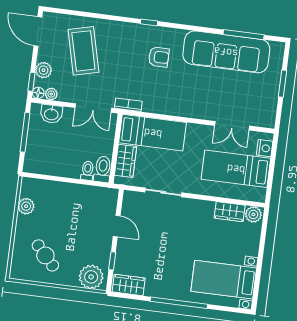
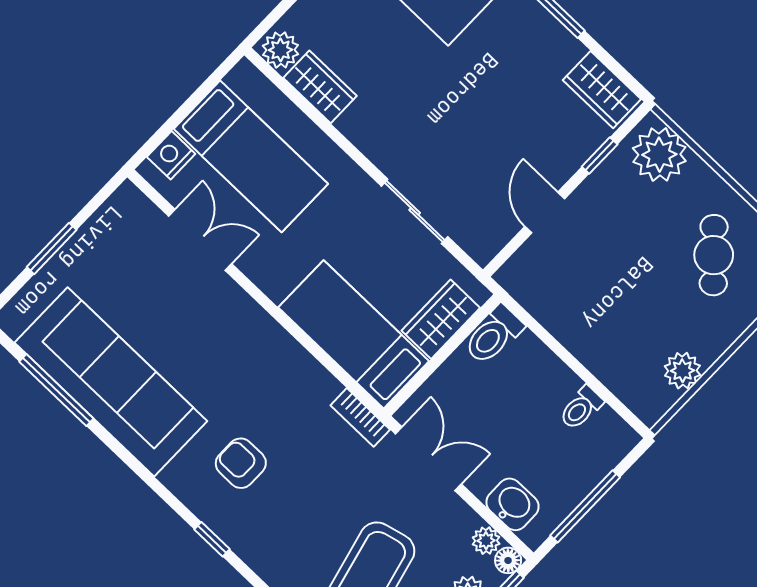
toilet: (87, 171) -> (581, 408), moved

